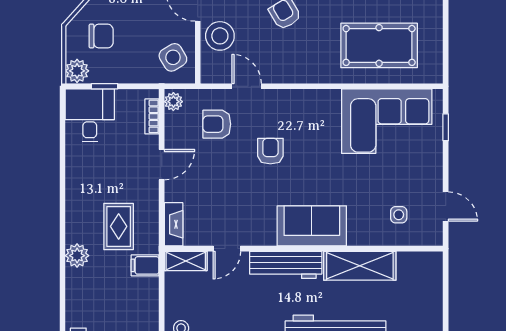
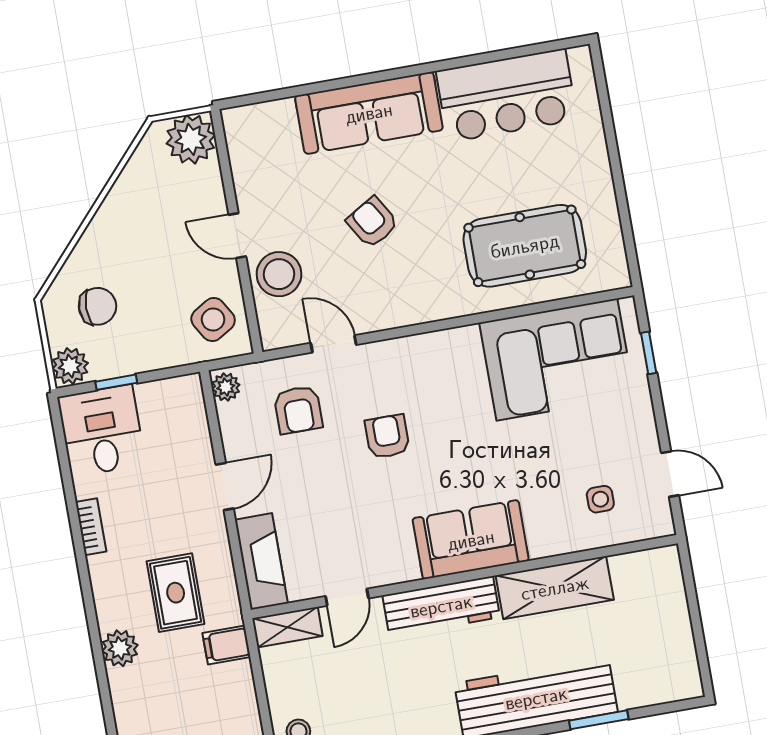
bookcase: (152, 116) -> (91, 527), moved, turned 180
armchair: (217, 124) -> (298, 410), turned -90
fireplace: (174, 224) -> (261, 561), width x1.37, depth x1.32

